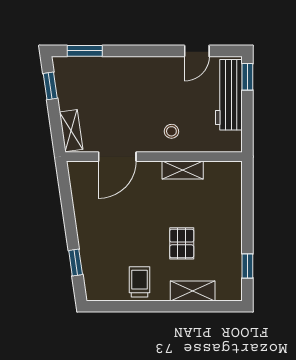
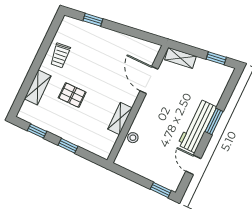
window: (85, 51) -> (214, 122), moved
workbench: (229, 95) -> (197, 126), moved, turned -90
stool: (171, 131) -> (133, 138), moved
window: (247, 218) -> (68, 146), added
trolley: (140, 282) -> (60, 55), turned 83

